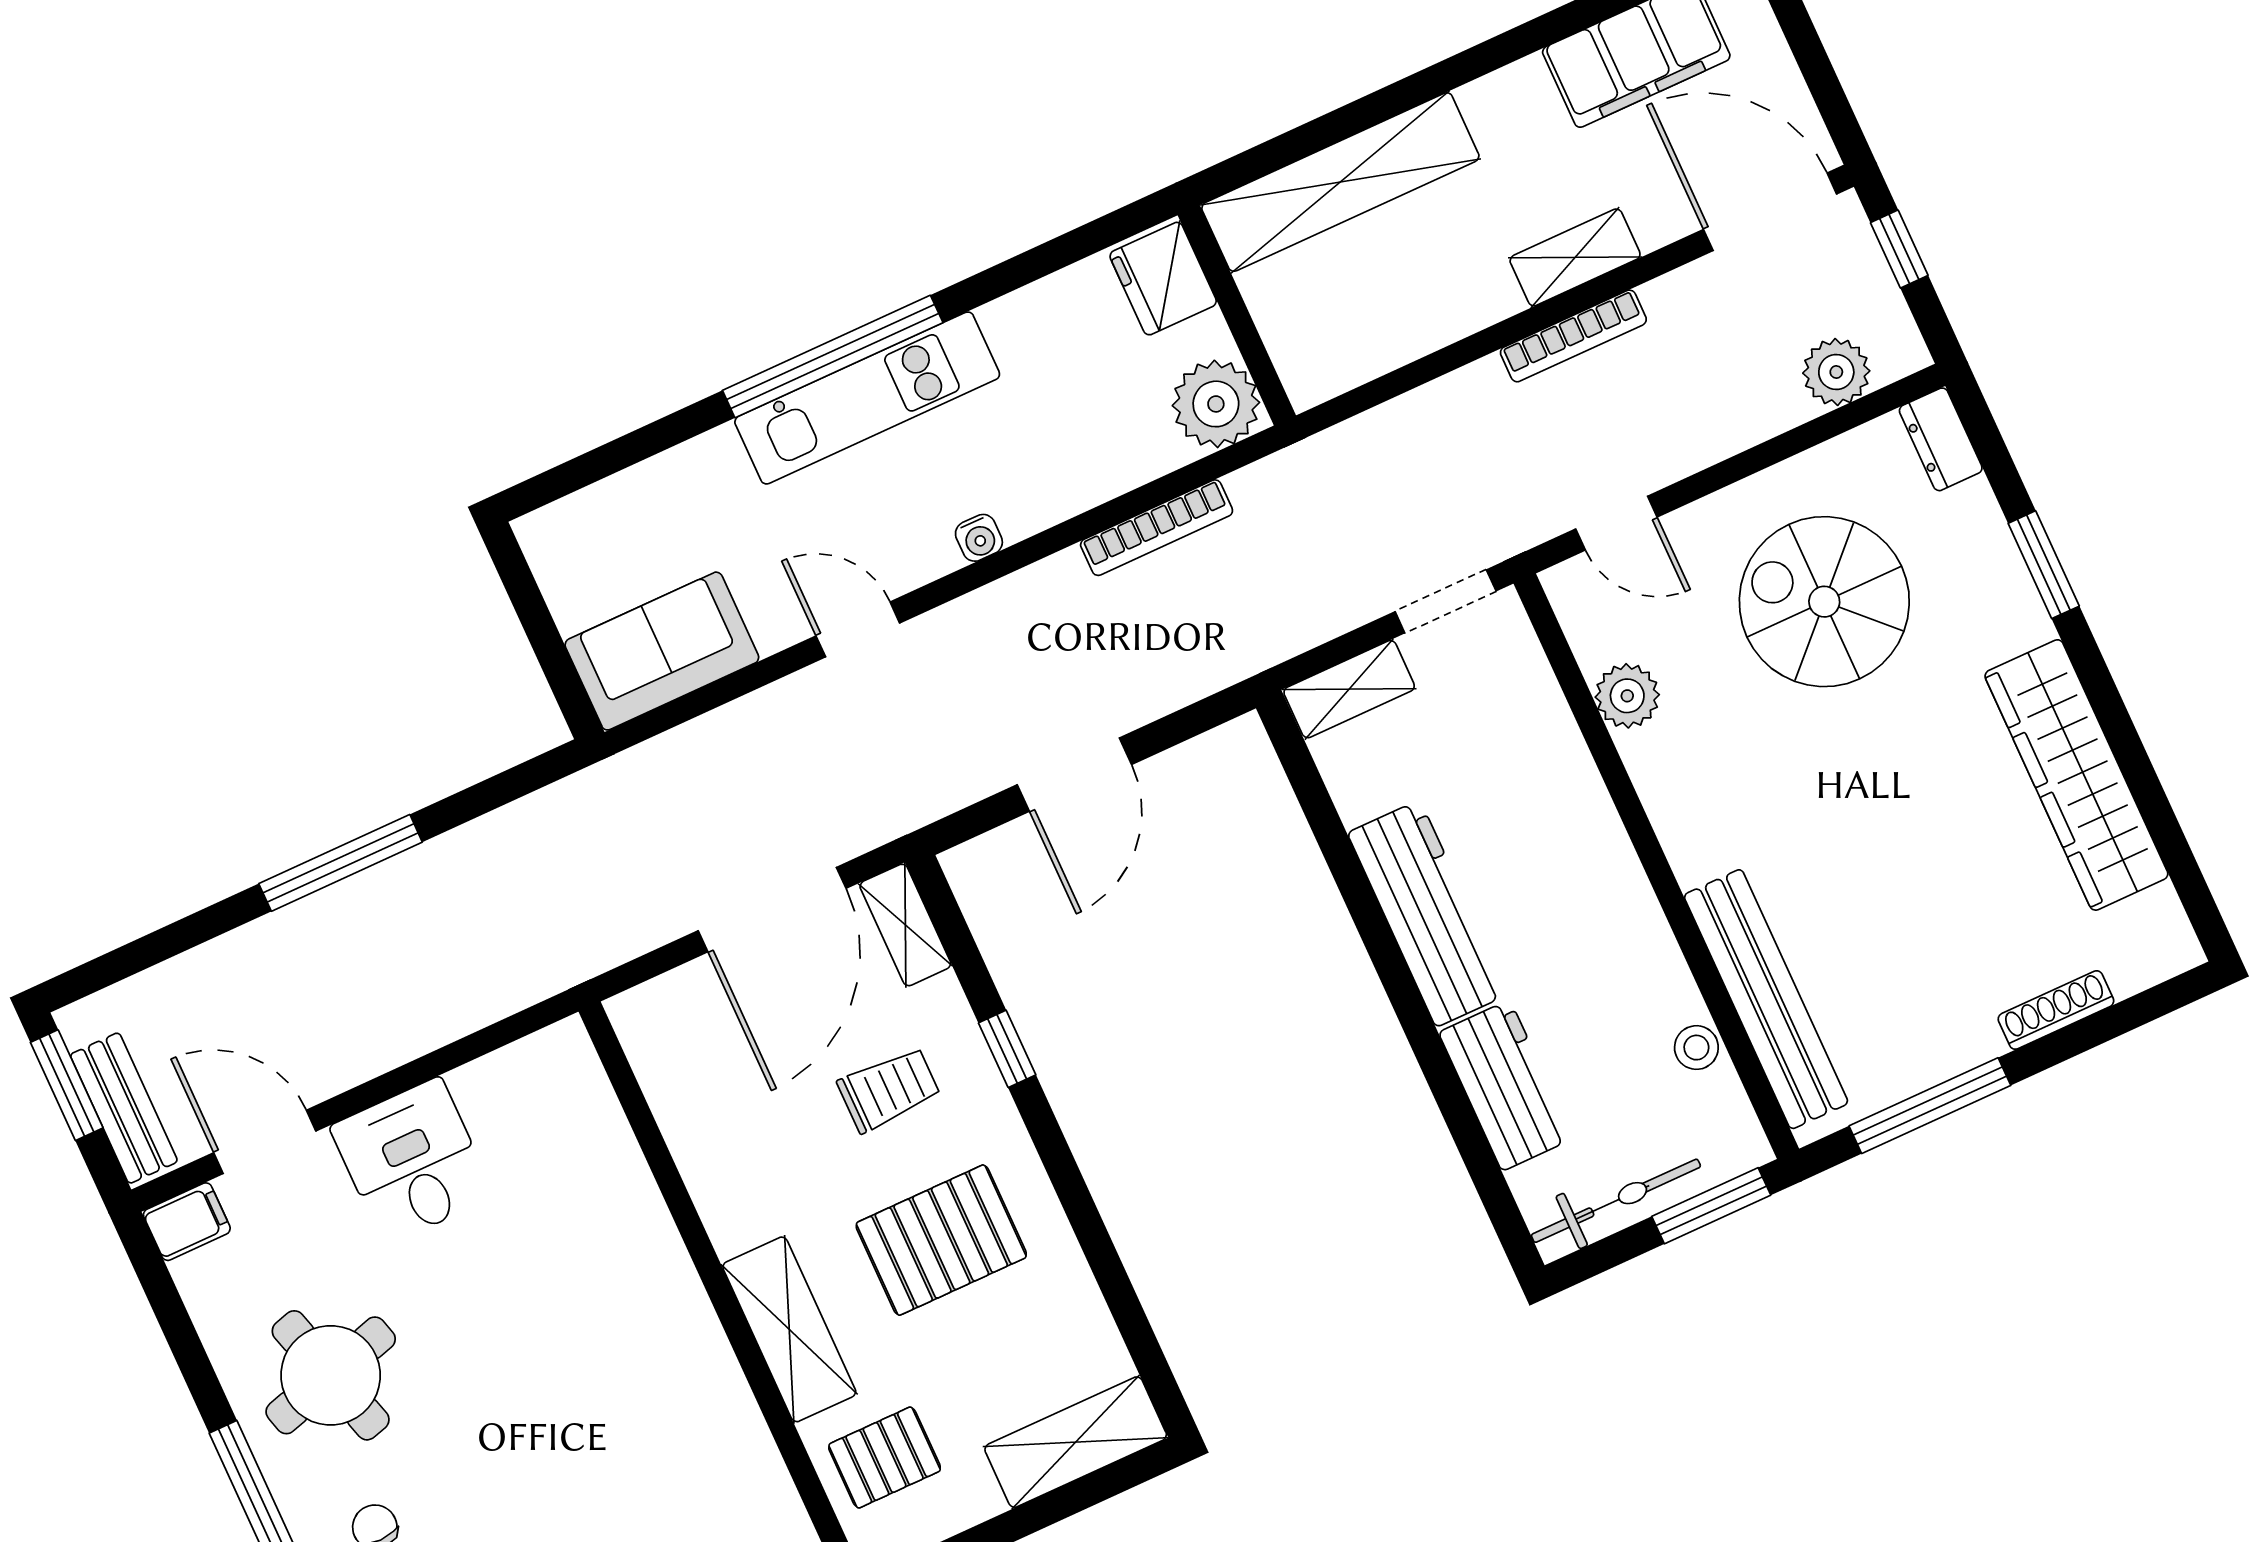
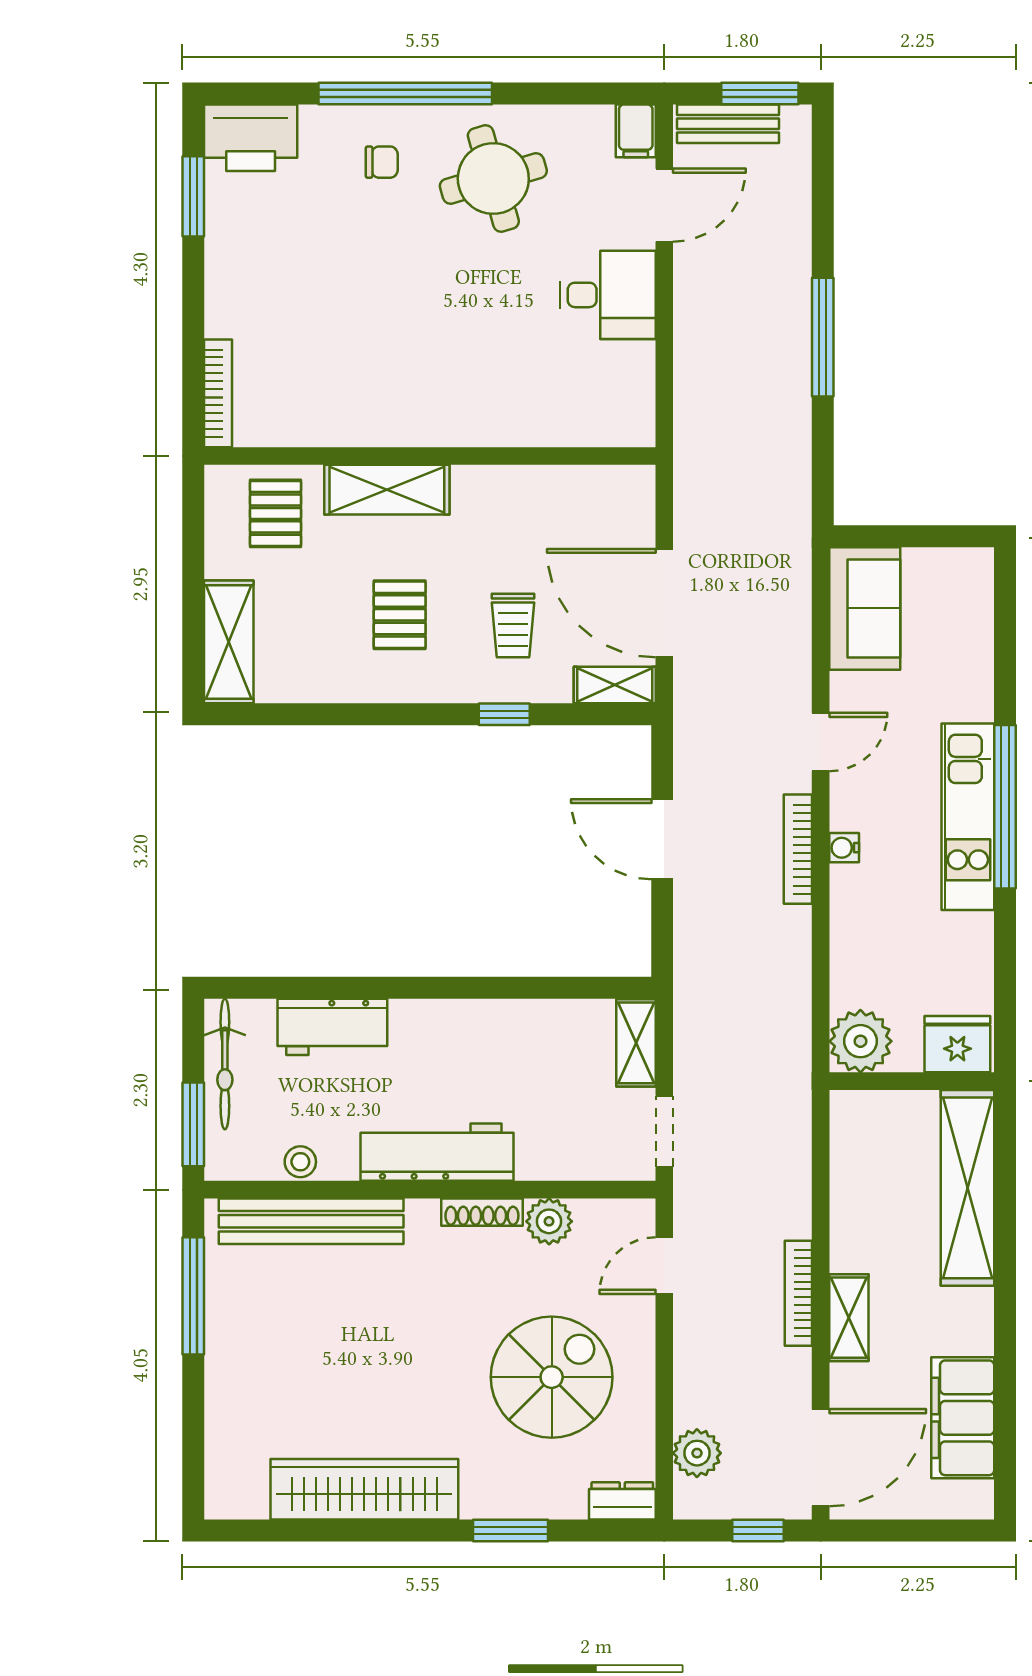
bookcase: (1157, 528) -> (798, 849), moved
workbench: (1428, 914) -> (437, 1152), moved, turned 180
shoe rack: (2056, 1010) -> (482, 1212), moved, turned 90
pallet: (941, 1240) -> (400, 615), width x0.67, depth x0.71

